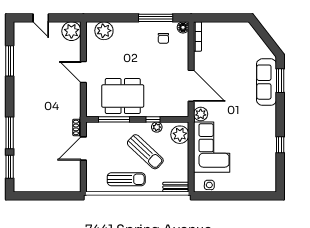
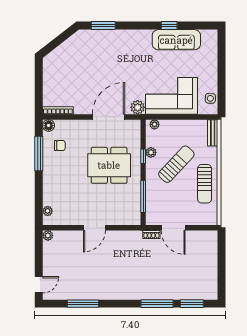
door: (41, 18) -> (39, 285), moved
plant: (71, 31) -> (48, 235), width x0.53, depth x0.53
plant: (104, 31) -> (48, 211), width x0.53, depth x0.53
sofa: (267, 82) -> (176, 40), moved
dining table: (123, 96) -> (109, 165), moved, turned 90
plant: (180, 135) -> (154, 124), width x0.53, depth x0.53
sun lounger: (126, 179) -> (205, 184), turned 180

